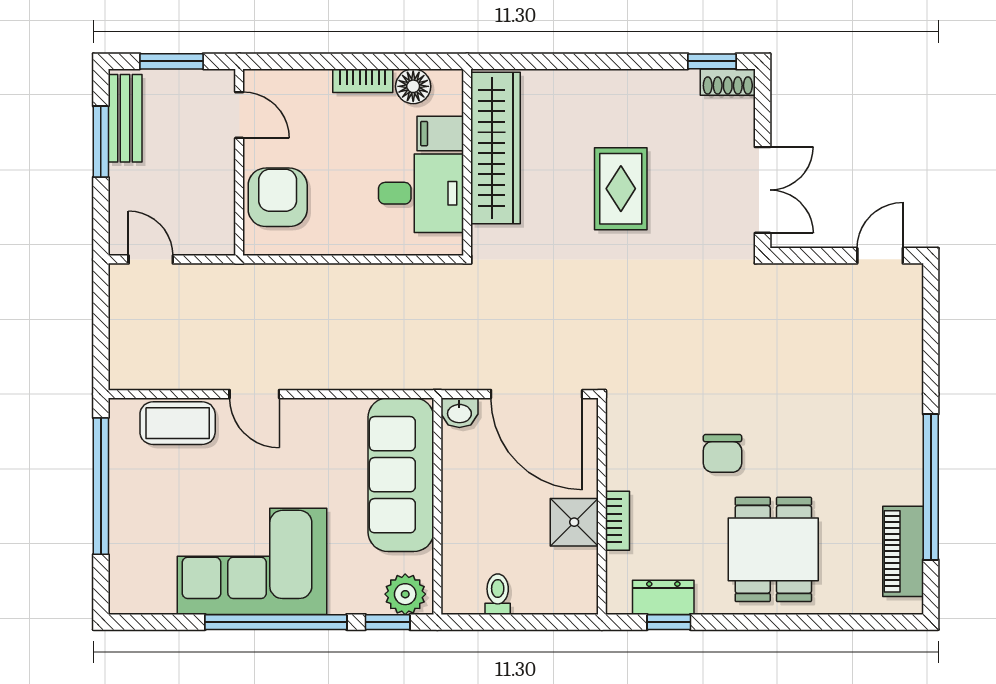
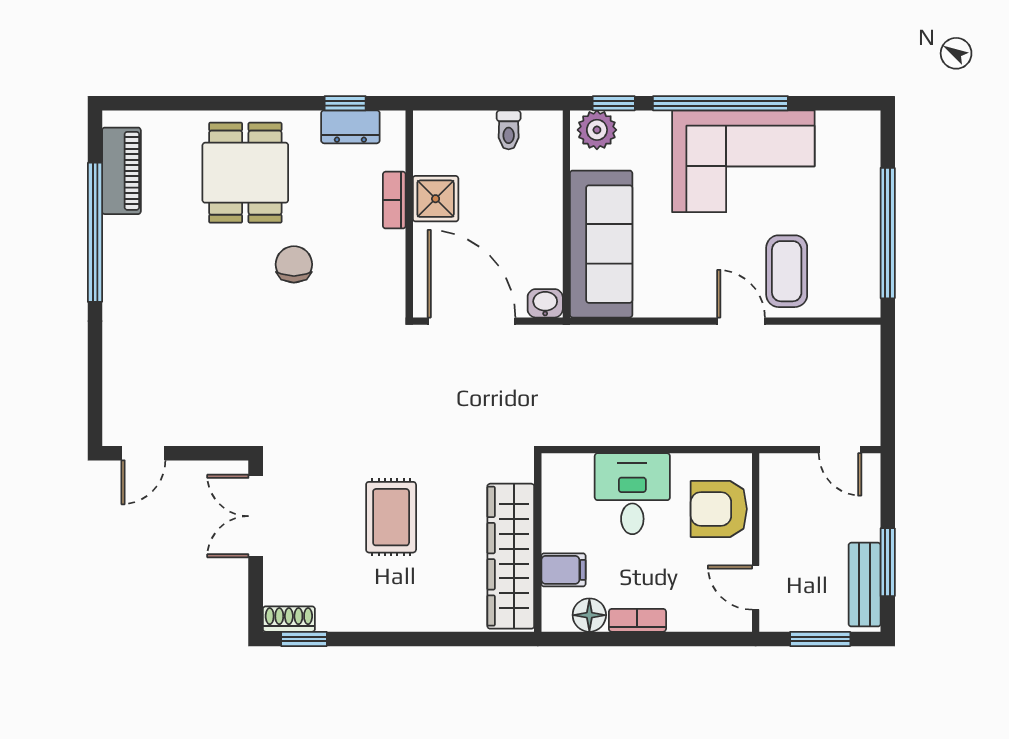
desk: (421, 193) -> (632, 494), moved, turned 90
armchair: (278, 197) -> (719, 509), turned 90
coffee table: (178, 423) -> (787, 271), moved, turned 90

